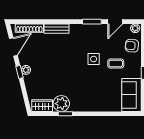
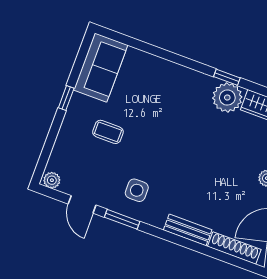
door: (115, 22) -> (82, 204), swing flipped
armchair: (132, 46) -> (69, 152), removed
side table: (94, 59) -> (137, 190), moved

